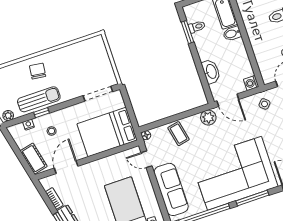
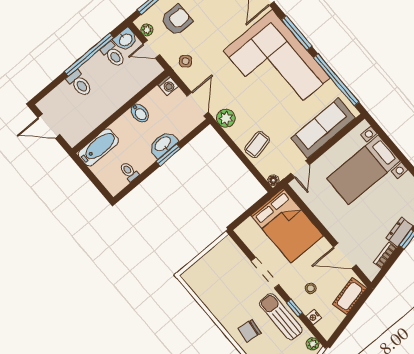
window: (187, 32) -> (168, 155), moved
bidet: (232, 34) -> (140, 113), moved
washbasin: (211, 72) -> (163, 144), moved
doorway: (98, 94) -> (265, 273), moved

